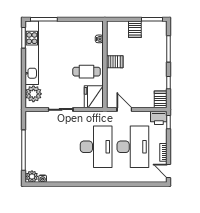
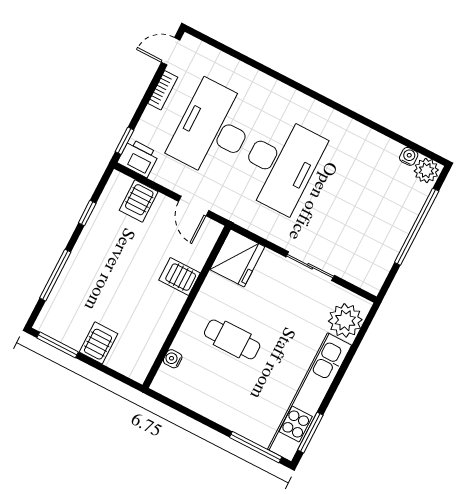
server rack: (115, 62) -> (179, 276), moved
cafe table: (87, 72) -> (232, 339), moved
server rack: (161, 99) -> (139, 201), moved
desk: (96, 147) -> (281, 164), turned 180
door: (169, 171) -> (171, 51), swing flipped

